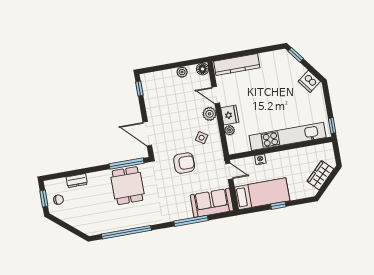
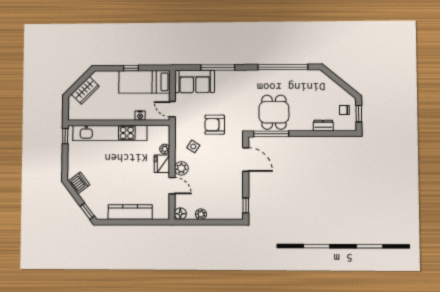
kitchen counter: (237, 64) -> (130, 212), moved

